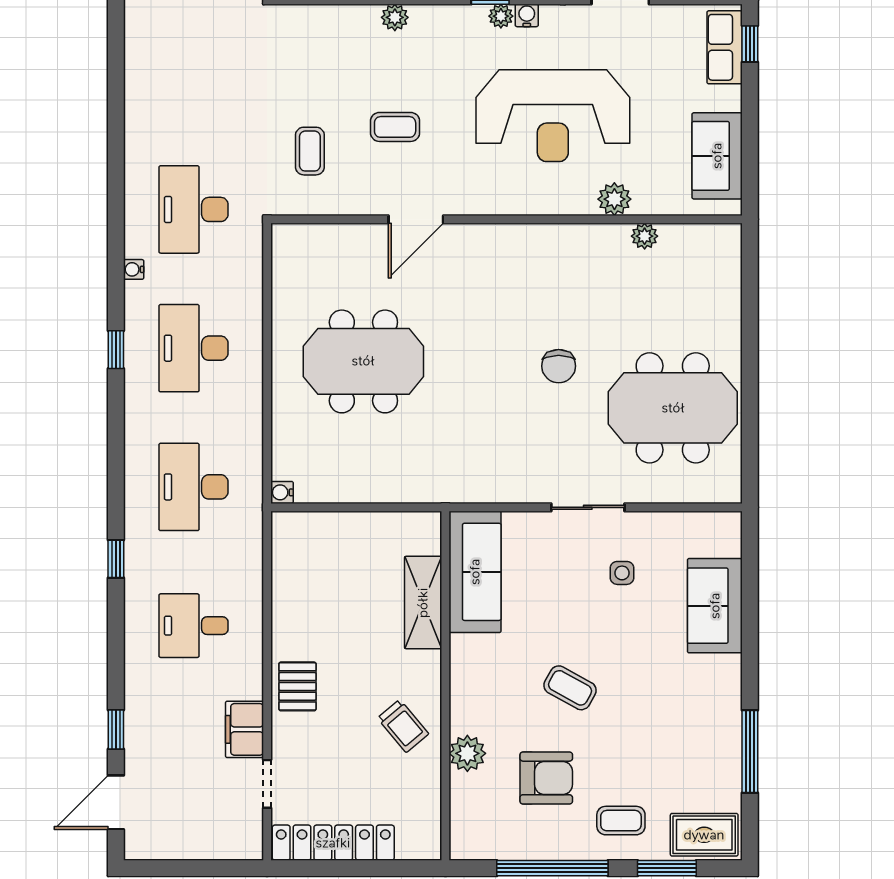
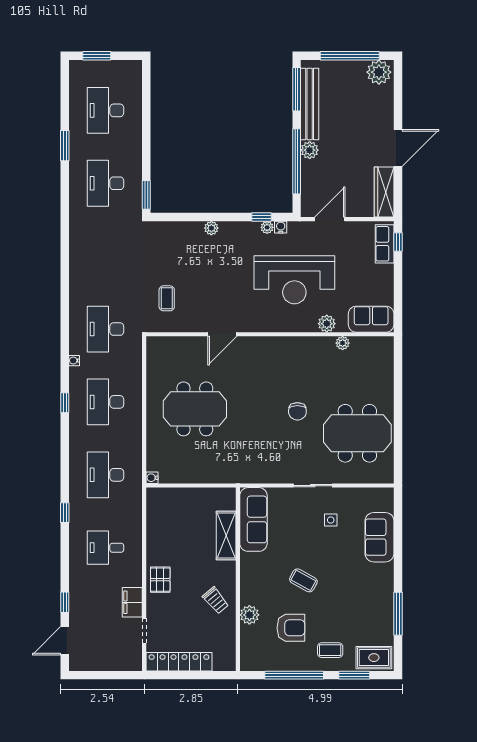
coffee table: (395, 127) -> (211, 286), removed
sofa: (717, 156) -> (371, 319), moved, turned 90

